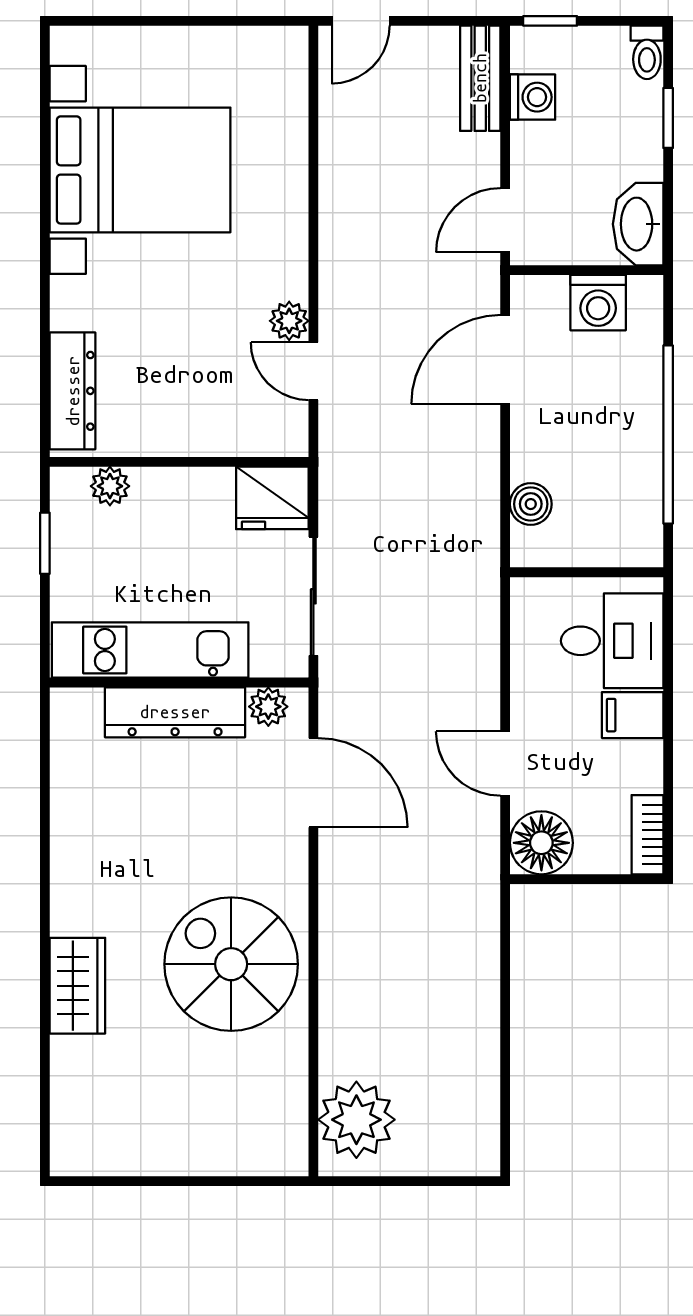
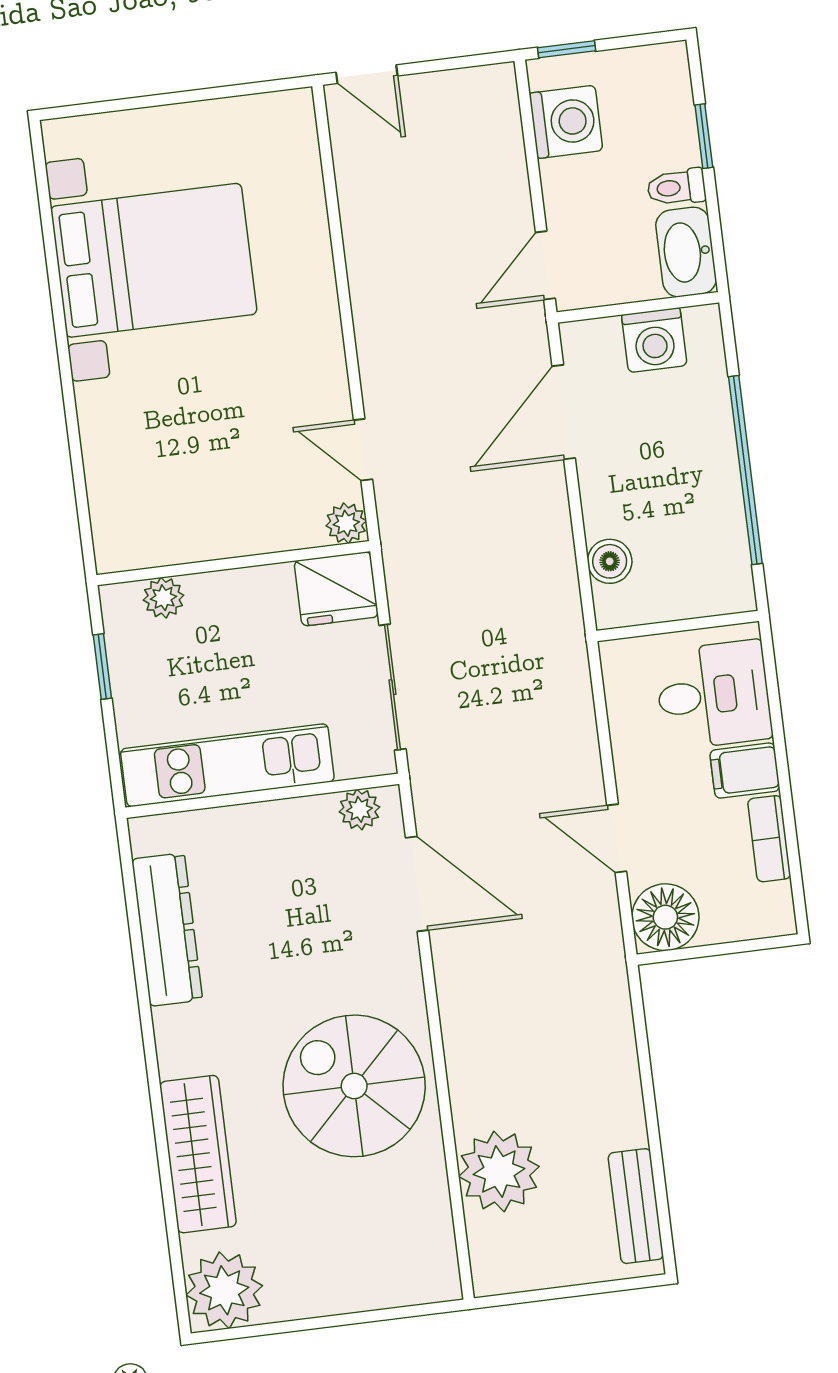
door: (361, 21) -> (367, 74), hinge flipped
toilet: (647, 52) -> (676, 187), moved, turned 90
bench: (480, 78) -> (636, 1206), moved
washing machine: (533, 97) -> (566, 122), width x1.38, depth x1.38
plant: (289, 321) -> (346, 523), moved
dresser: (73, 391) -> (112, 502), removed
dresser: (175, 712) -> (167, 930), moved, turned -90
bookcase: (647, 835) -> (769, 839), moved
wardrobe: (77, 986) -> (198, 1154), width x1.50
plant: (356, 1120) -> (499, 1171), moved
plant: (86, 1140) -> (224, 1290), added

